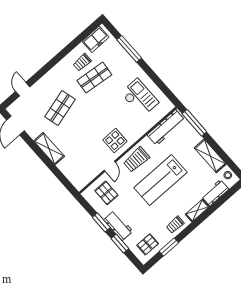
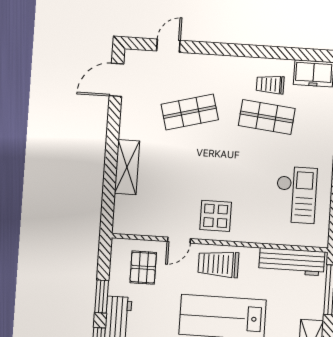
shelving: (49, 149) -> (127, 167), moved

